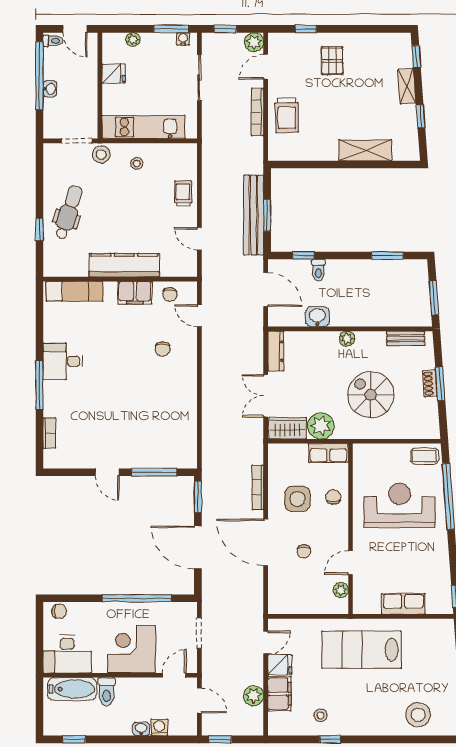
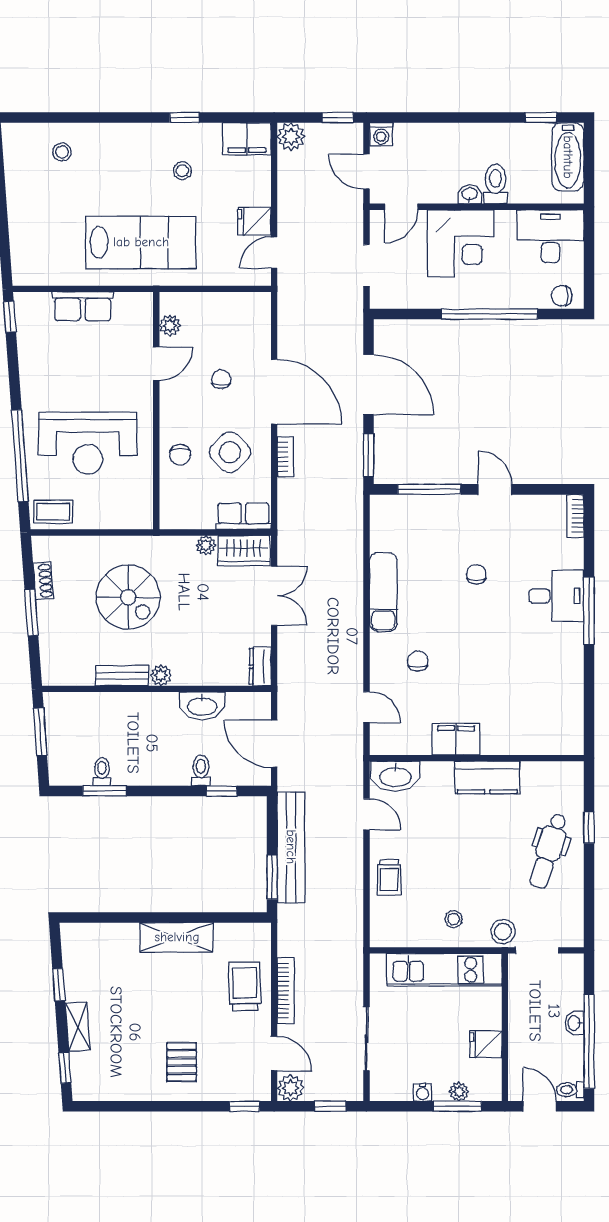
window: (171, 29) -> (457, 1106), moved
window: (306, 29) -> (244, 1106), moved
water cooler: (183, 39) -> (422, 1092), moved
door: (266, 67) -> (274, 1054), hinge flipped
shelving: (365, 150) -> (177, 937), moved
window: (267, 215) -> (272, 877), moved
kitchen counter: (124, 265) -> (487, 777), width x0.67
washbasin: (179, 266) -> (395, 776), added
toilet: (389, 269) -> (102, 772), added
exam couch: (75, 291) -> (383, 592), moved, turned 90
chair: (170, 294) -> (476, 574), moved
washbasin: (317, 317) -> (202, 706), width x1.38
bench: (406, 338) -> (122, 676), moved
dresser: (276, 351) -> (260, 666), width x0.70
desk: (63, 361) -> (556, 596), moved
shoe rack: (430, 383) -> (43, 581), moved
plant: (321, 426) -> (206, 545), width x0.53, depth x0.53
bookcase: (49, 433) -> (575, 516), moved
row of seats: (328, 453) -> (243, 516), moved
bookcase: (258, 487) -> (285, 457), width x0.64
side table: (297, 499) -> (230, 452), turned 45
window: (137, 598) -> (489, 314), moved
bathtub: (72, 689) -> (568, 157), moved, turned -90
filing cabinet: (279, 694) -> (247, 139), moved, turned -90
plant: (254, 696) -> (291, 137), moved
stool: (321, 715) -> (182, 171), moved
stool: (418, 715) -> (62, 152), width x0.53, depth x0.53
washing machine: (159, 727) -> (381, 134), moved
washbasin: (141, 729) -> (470, 194), moved, turned 180

